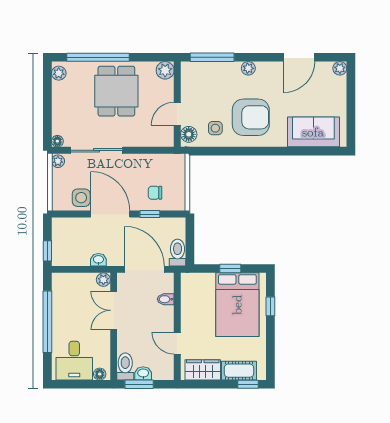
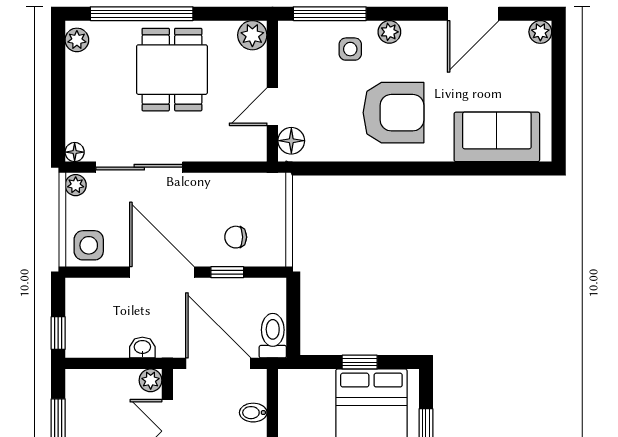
side table: (215, 128) -> (350, 49), moved
side table: (81, 198) -> (89, 245), moved

